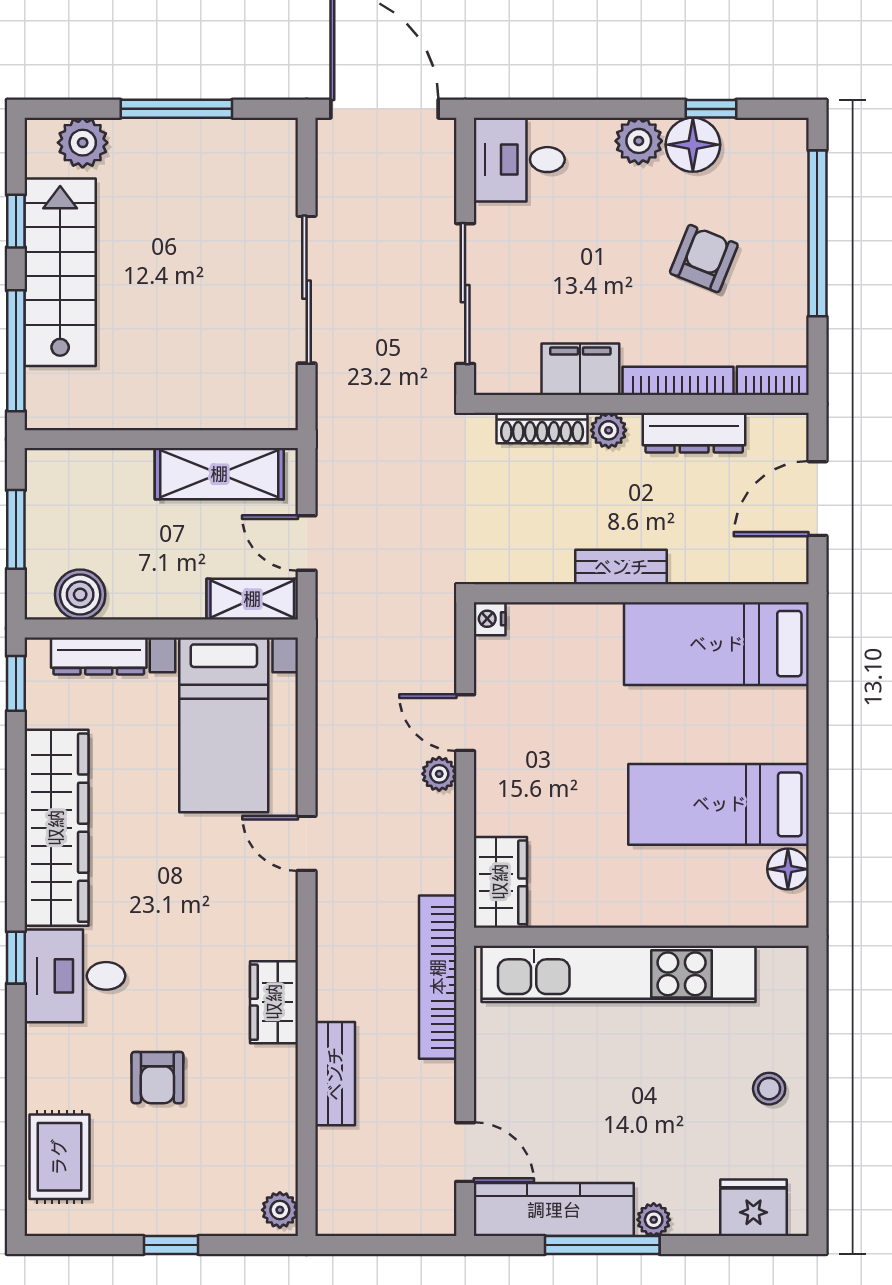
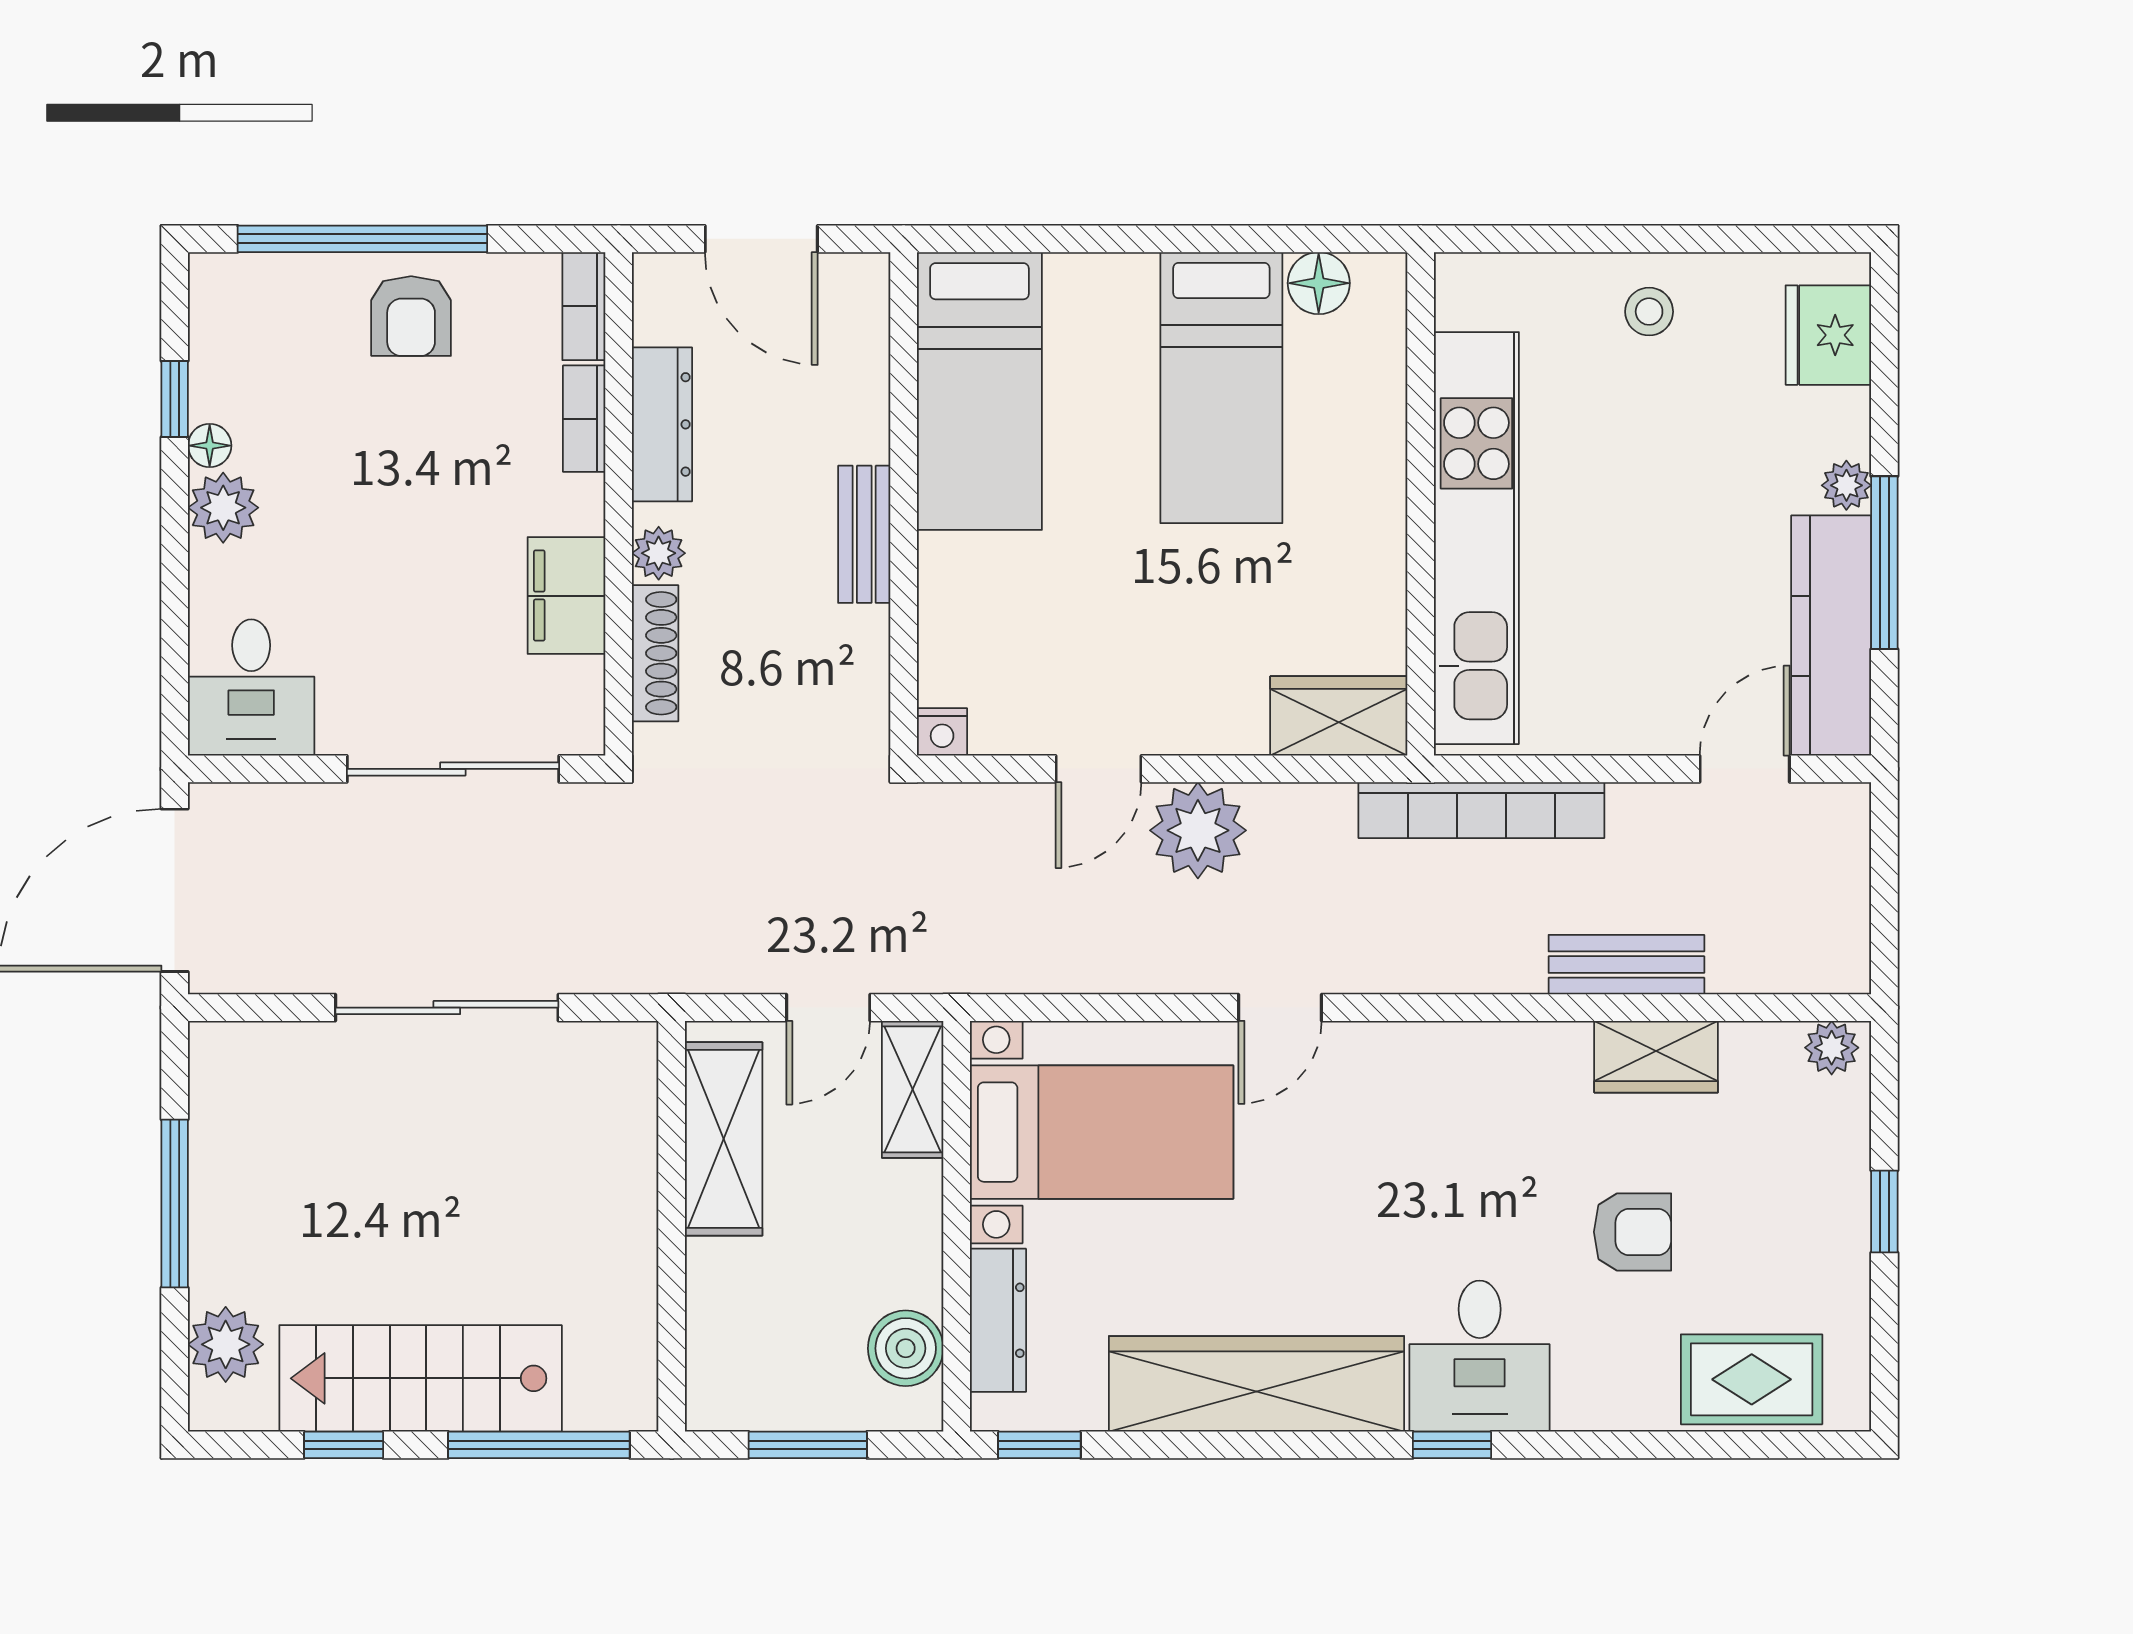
floor lamp: (693, 145) -> (210, 446), width x0.53, depth x0.53
armchair: (704, 259) -> (411, 316), moved, turned -112
bookcase: (678, 381) -> (584, 419), width x0.64
plant: (439, 774) -> (1198, 830), width x1.88, depth x1.88
wardrobe: (274, 1002) -> (1656, 1057), moved

